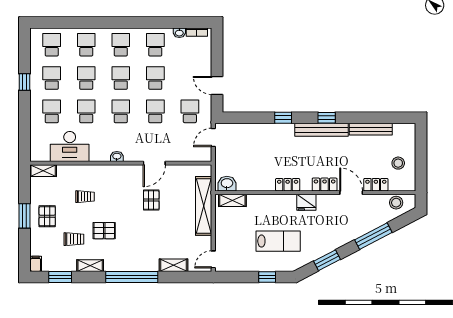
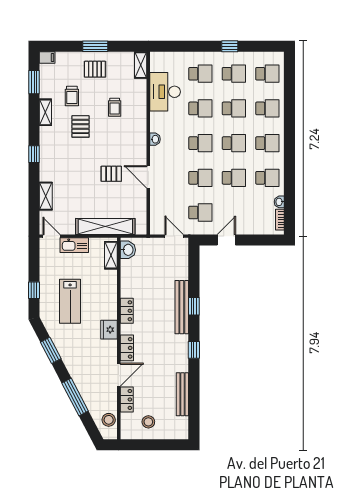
bench: (322, 130) -> (182, 307), moved
kitchen sink: (222, 237) -> (74, 245), added
window: (132, 277) -> (34, 154), width x0.32

